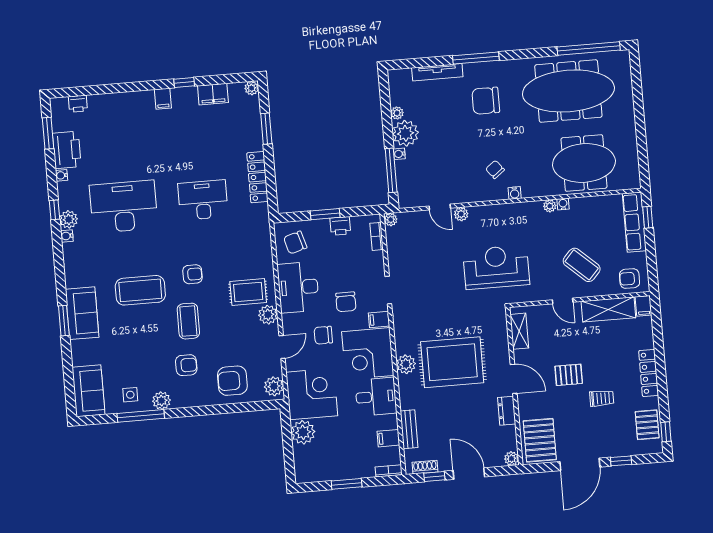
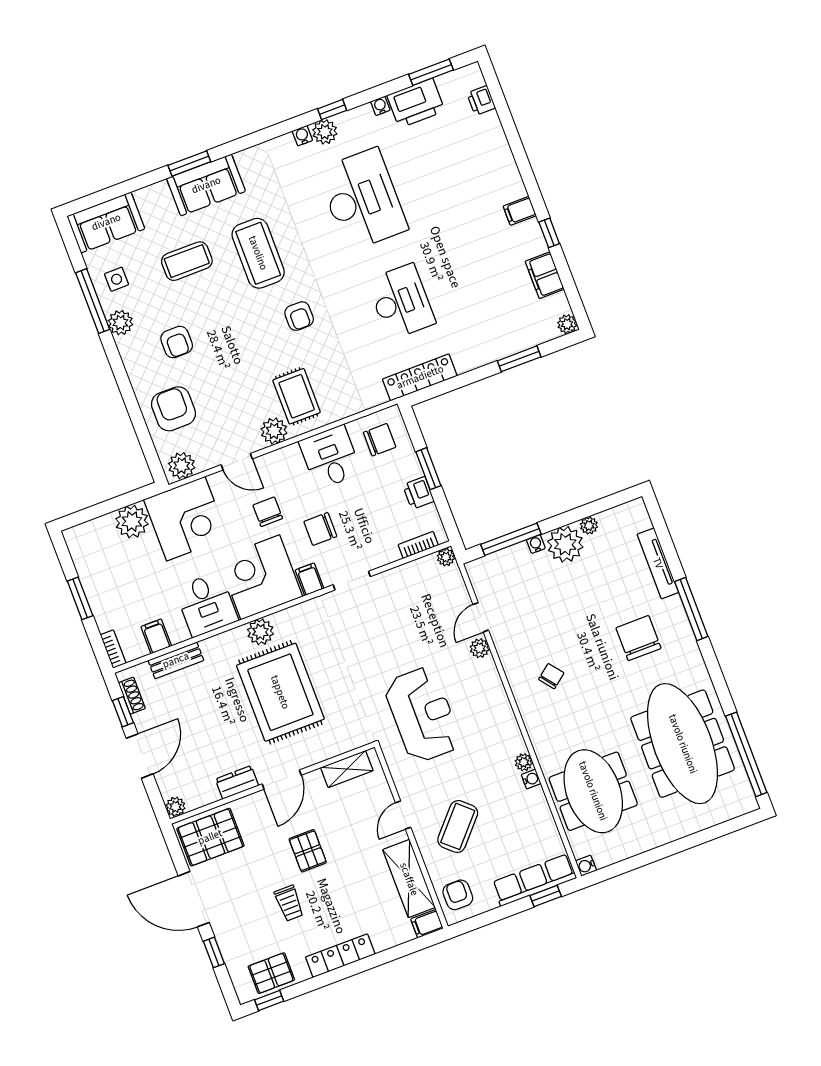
locker: (257, 177) -> (420, 377), moved
water cooler: (515, 193) -> (586, 866), moved
chair: (295, 243) -> (380, 440), turned 106
desk: (298, 287) -> (330, 457), width x0.73
coffee table: (188, 321) -> (187, 261), moved

